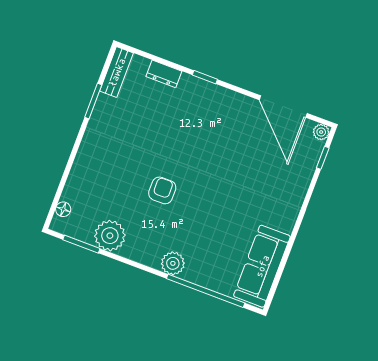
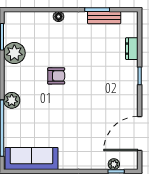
bench: (117, 72) -> (104, 18), moved
plant: (321, 132) -> (114, 164), moved
floor lamp: (63, 209) -> (59, 17), moved

